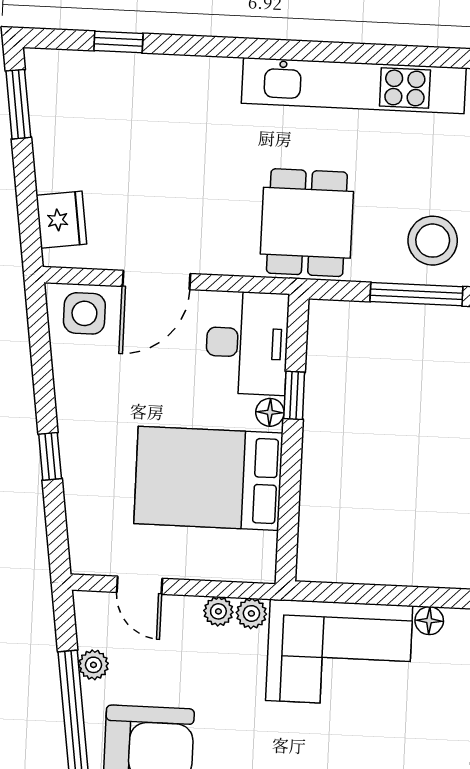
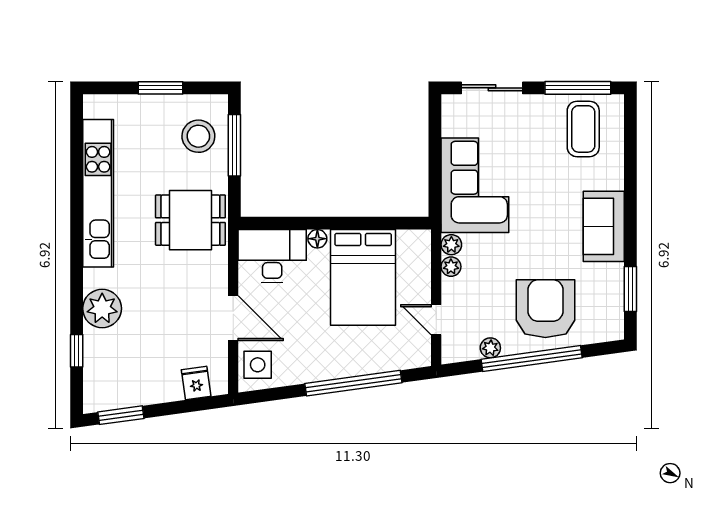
plant: (180, 83) -> (102, 308), added
fridge: (61, 220) -> (196, 383), width x0.72
window: (294, 395) -> (305, 223), removed
window: (50, 456) -> (353, 383), width x3.17
door: (139, 585) -> (436, 320), swing flipped
floor lamp: (429, 621) -> (451, 127), removed

